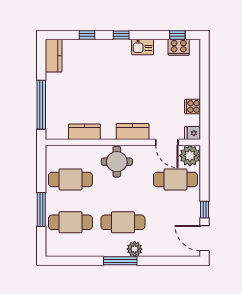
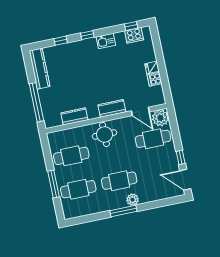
kitchen counter: (54, 56) -> (39, 69), width x1.50
fridge: (193, 133) -> (152, 67), moved

